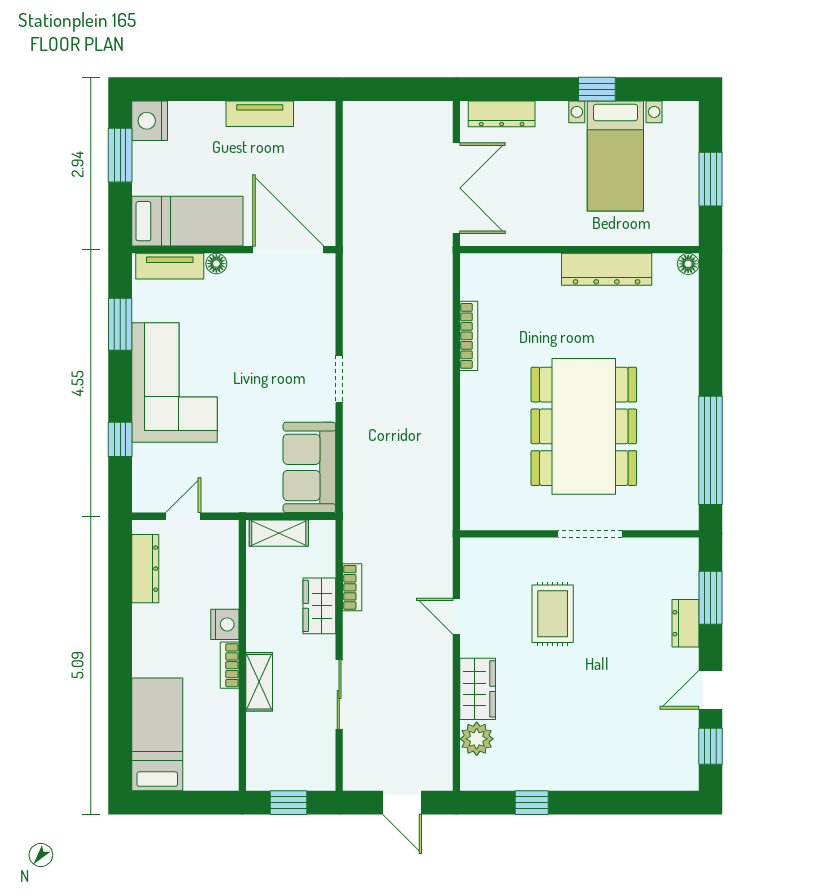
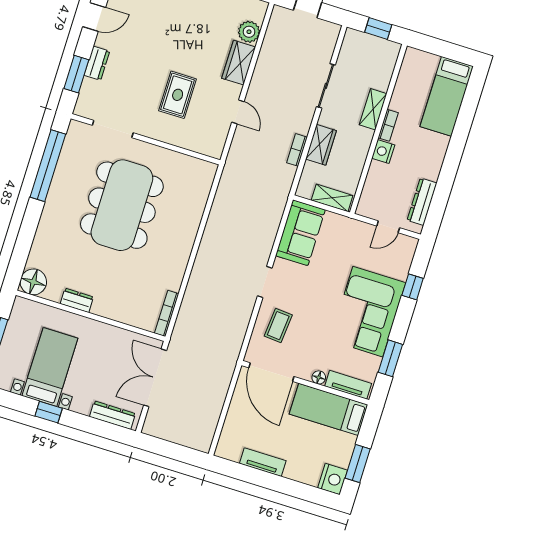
floor lamp: (688, 264) -> (33, 282), width x1.89, depth x1.89
dresser: (607, 269) -> (77, 300), width x0.51, depth x0.80
coffee table: (300, 321) -> (278, 326), added
bookcase: (469, 336) -> (167, 313), moved
doorway: (590, 534) -> (113, 129), moved

